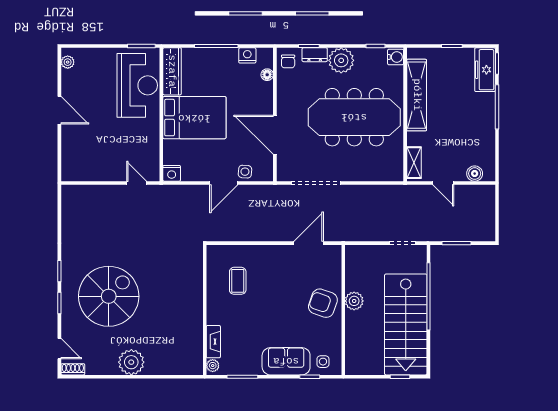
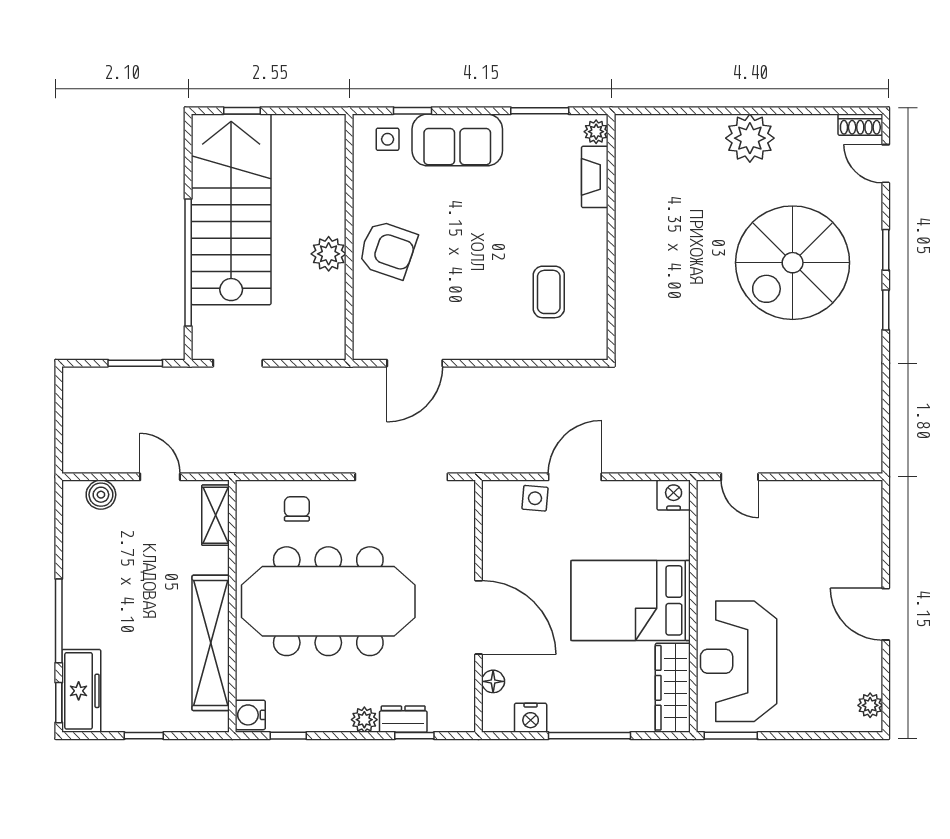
plant: (341, 60) -> (364, 720), width x0.53, depth x0.53
chair: (288, 61) -> (297, 509), moved
door: (275, 135) -> (479, 617), moved

